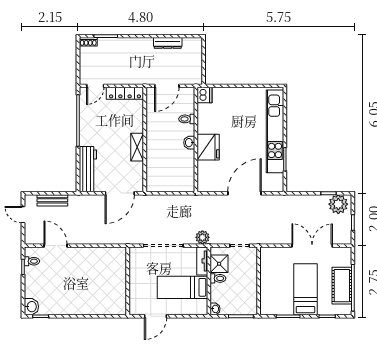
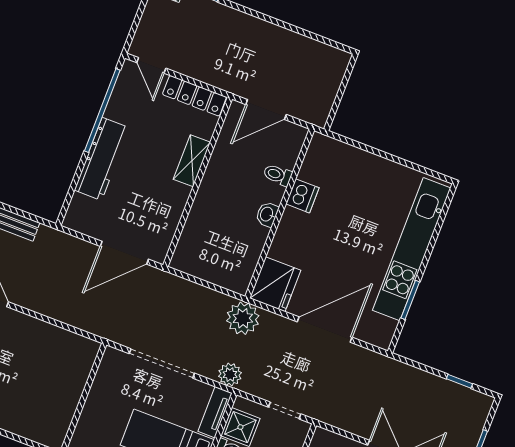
dresser: (168, 43) -> (294, 41), removed
door: (95, 86) -> (151, 65), hinge flipped
dishwasher: (205, 95) -> (302, 196), moved
shelving: (137, 147) -> (192, 161), moved
fridge: (208, 147) -> (275, 284), moved
workbench: (88, 169) -> (102, 159), moved
plant: (338, 204) -> (243, 318), moved

